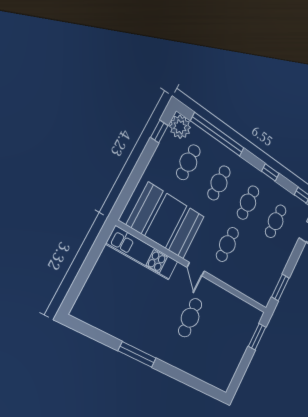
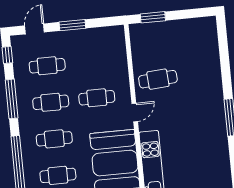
window: (270, 172) -> (12, 99), width x2.17
window: (280, 287) -> (72, 25), moved
cafe table: (190, 318) -> (158, 79), moved

